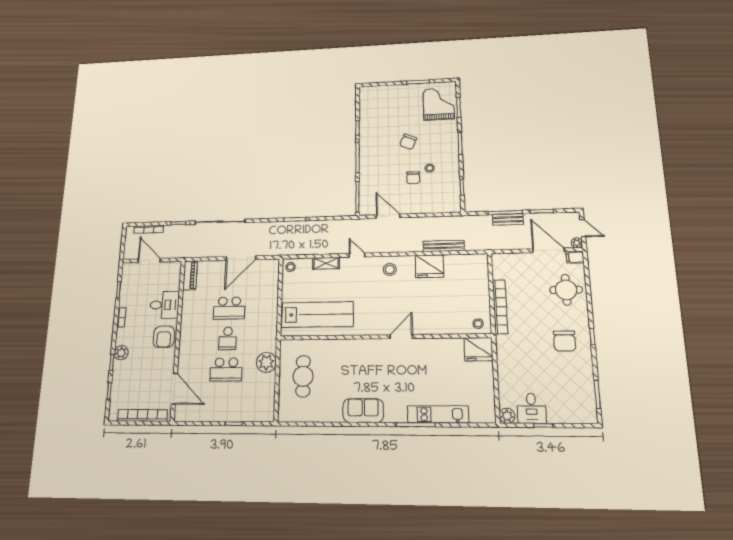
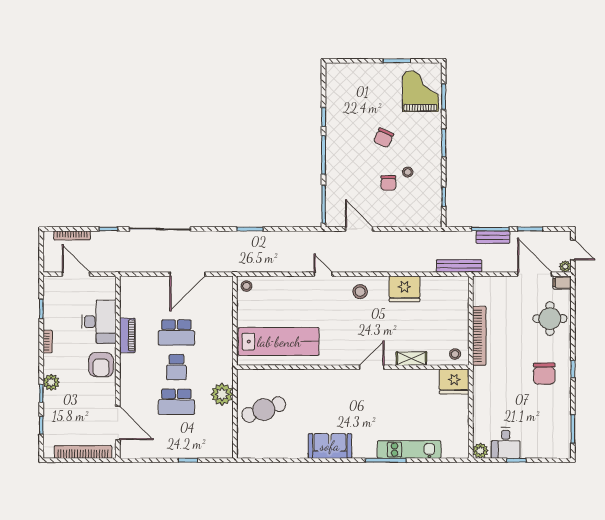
bench: (444, 246) -> (459, 266), moved
shelving: (326, 263) -> (411, 359), moved
piano: (190, 275) -> (127, 335), moved
desk: (164, 305) -> (99, 322), width x1.37
cafe table: (303, 376) -> (264, 410), turned 70

